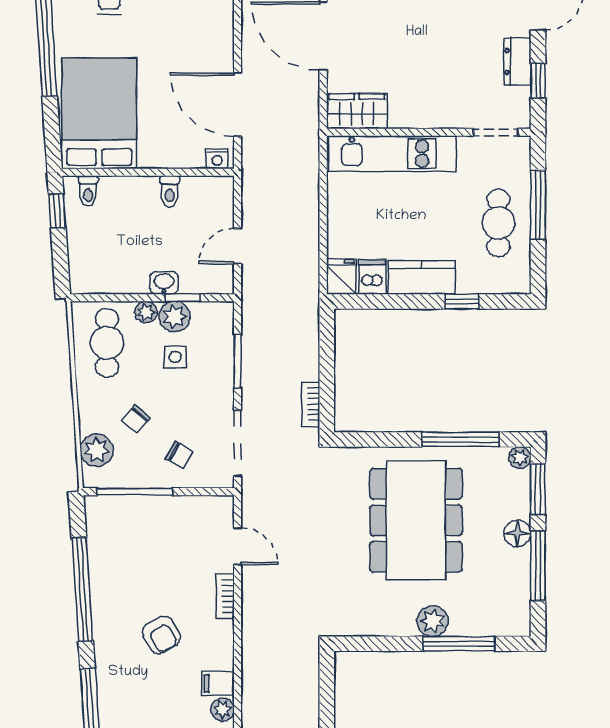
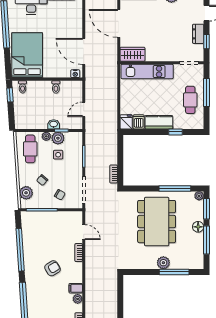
armchair: (161, 635) -> (53, 268), turned -91

